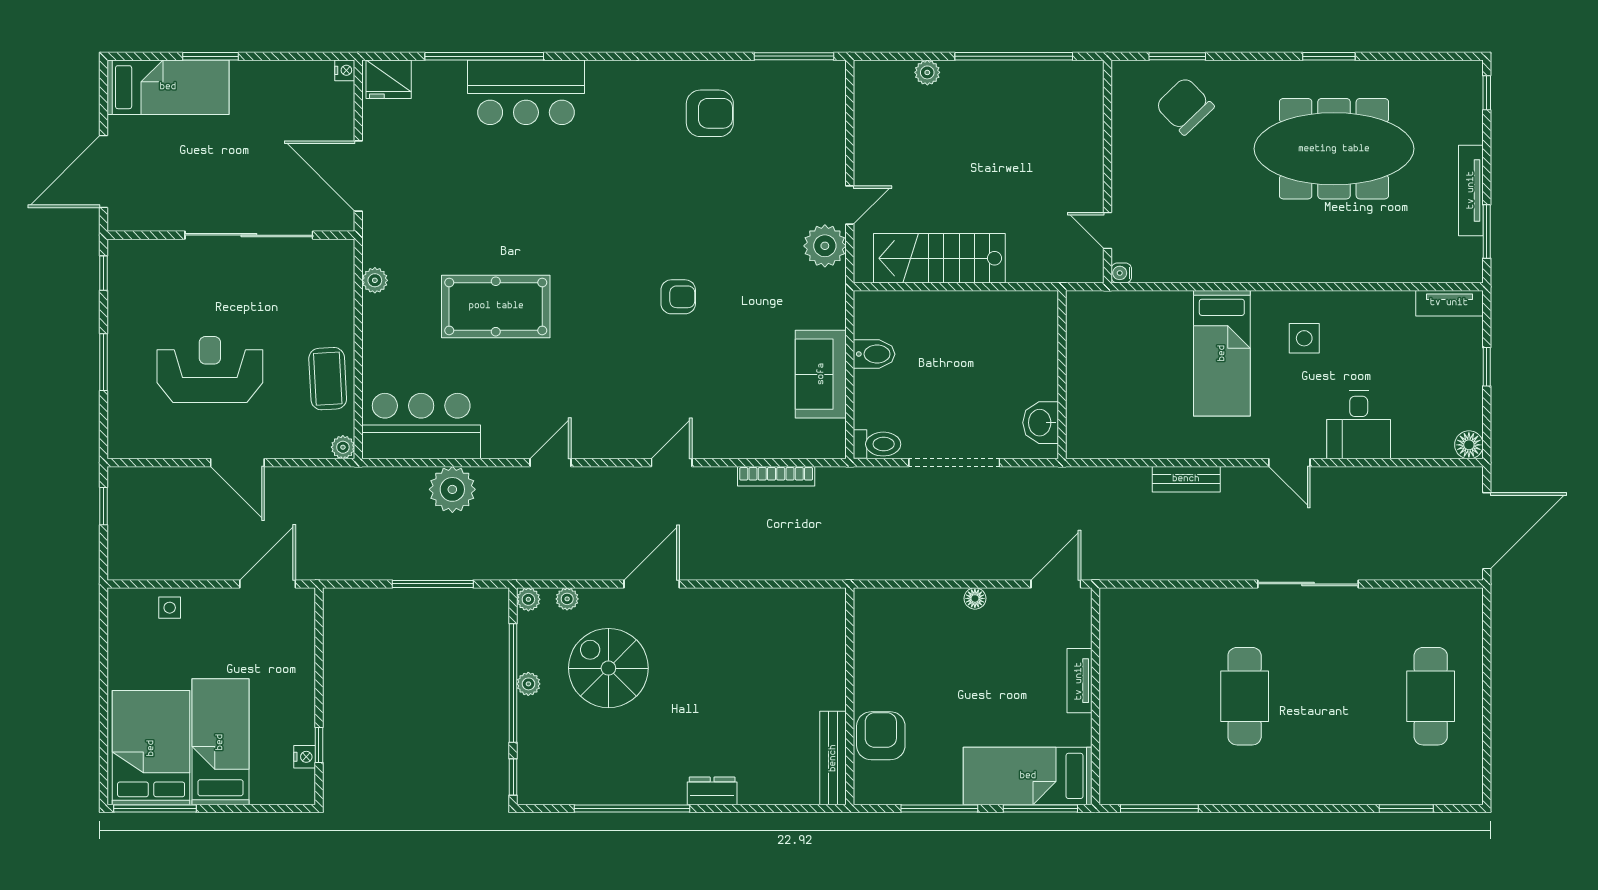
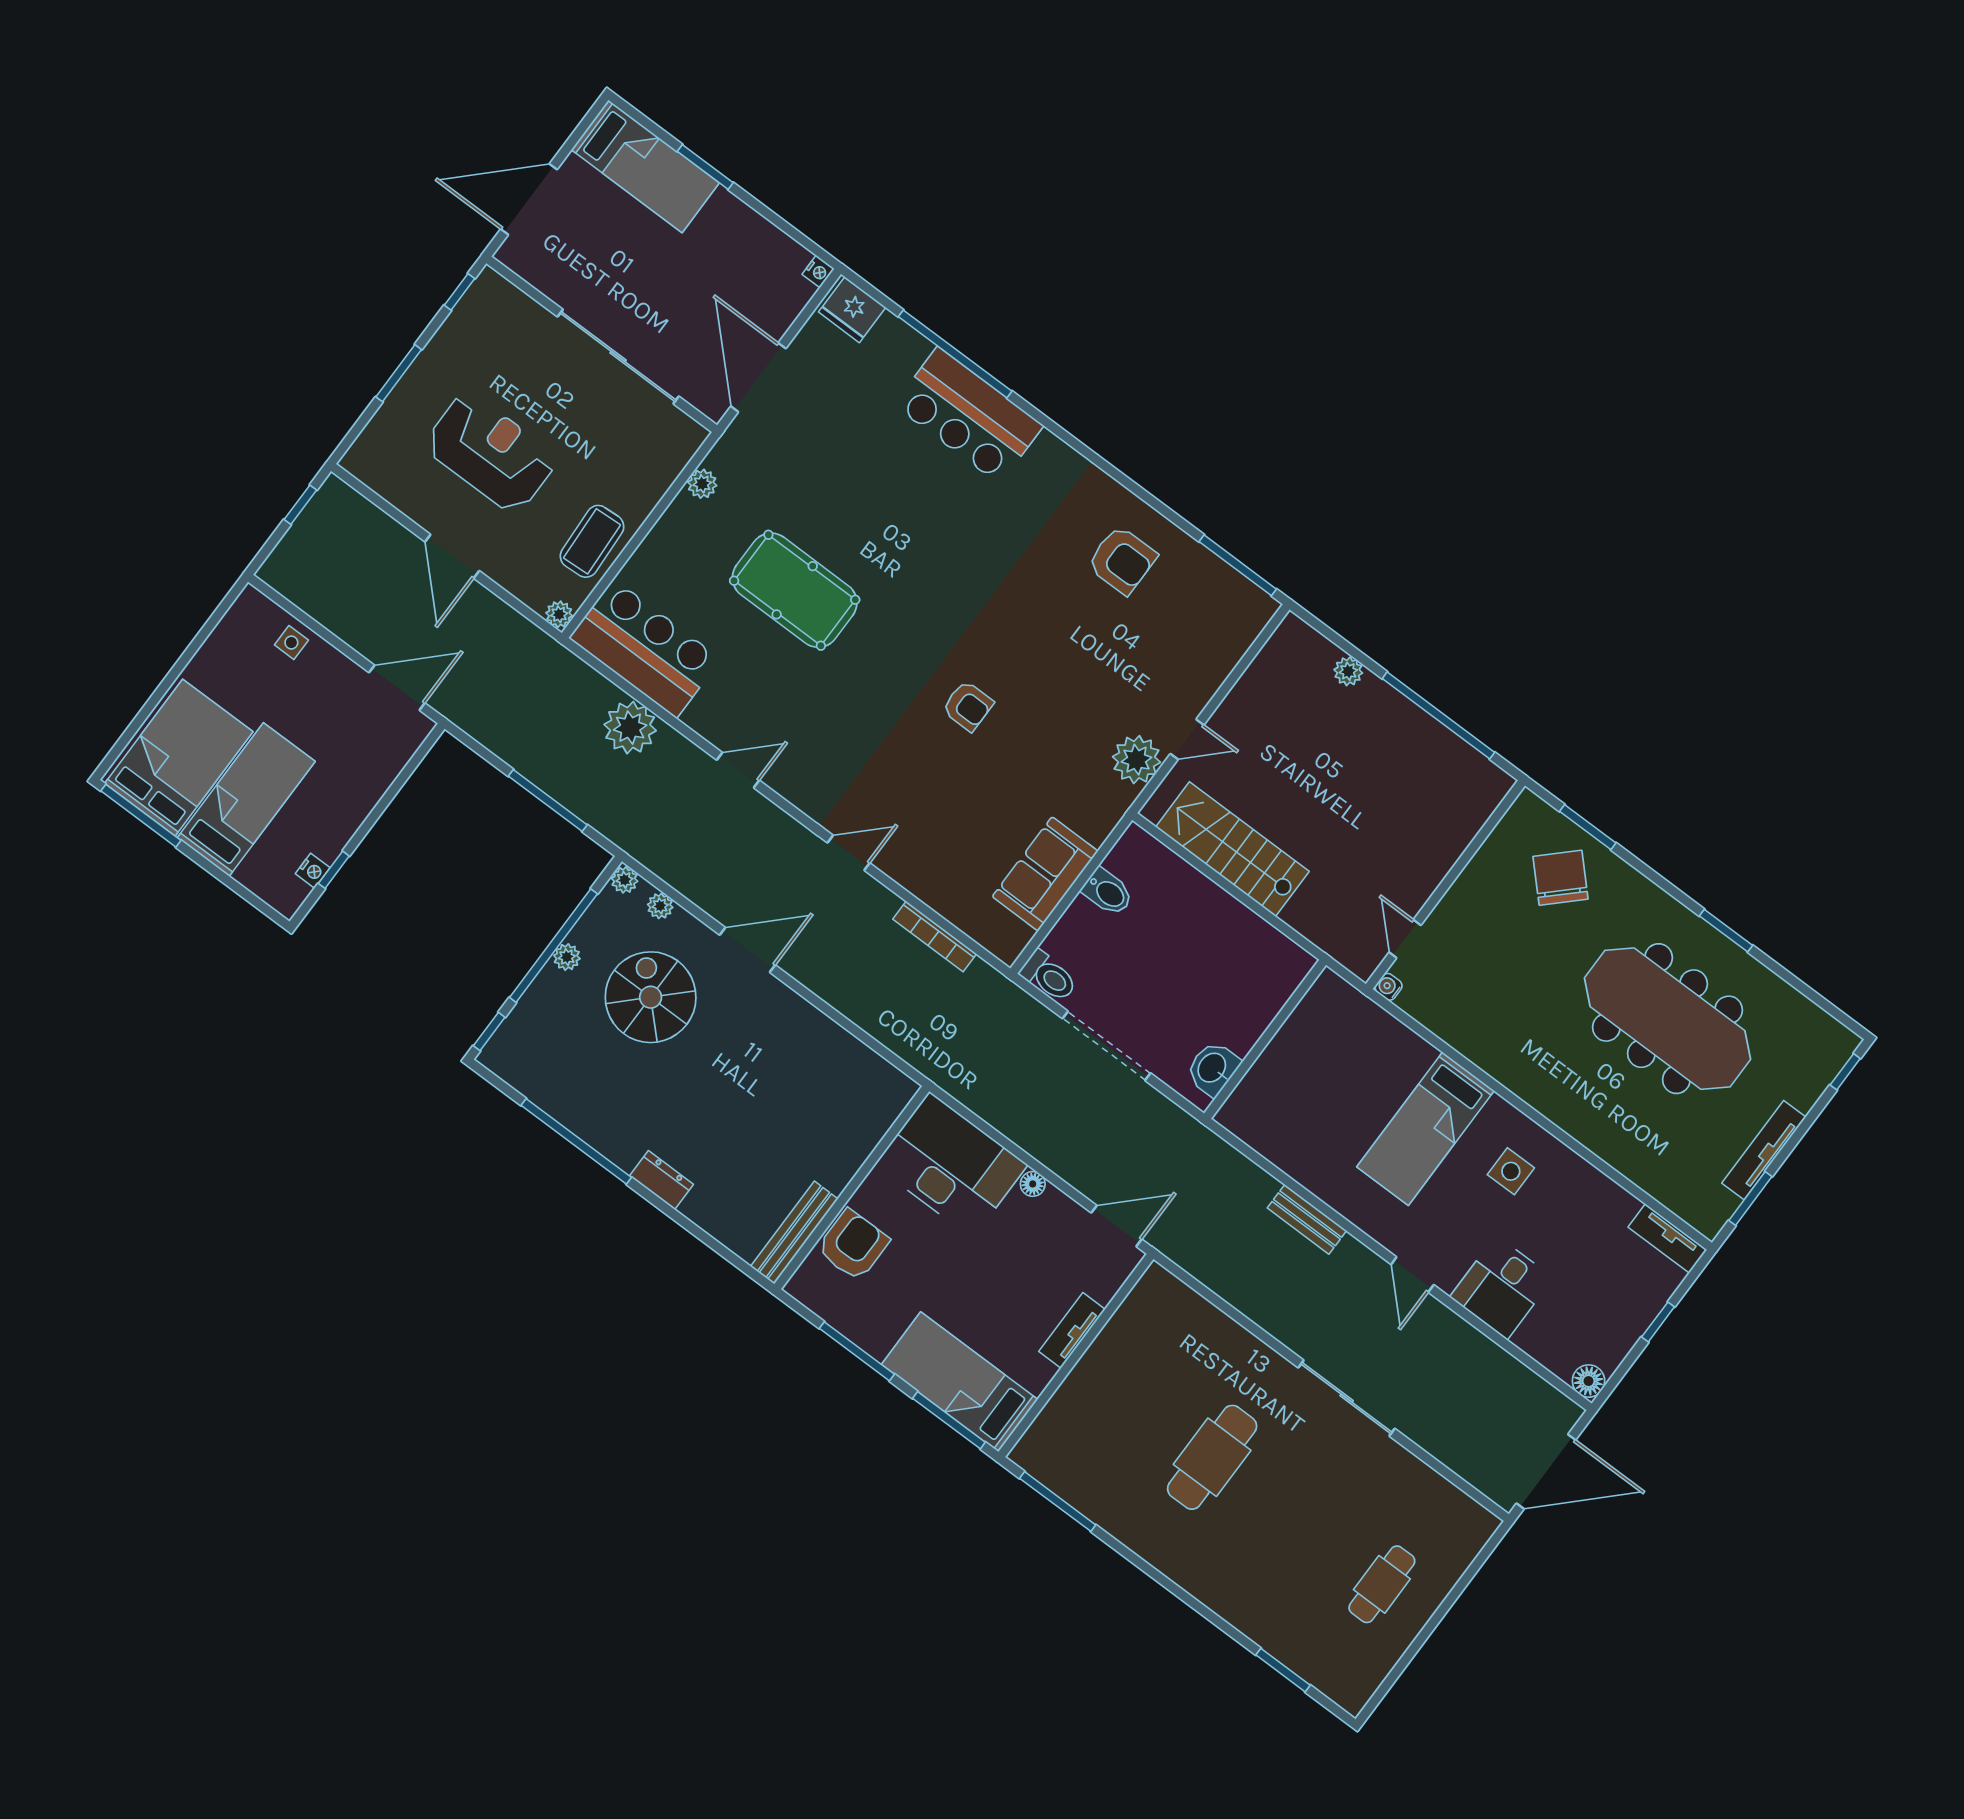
desk: (908, 628) -> (951, 1165), added
cafe table: (1431, 696) -> (1382, 1584), width x0.73, depth x0.74

